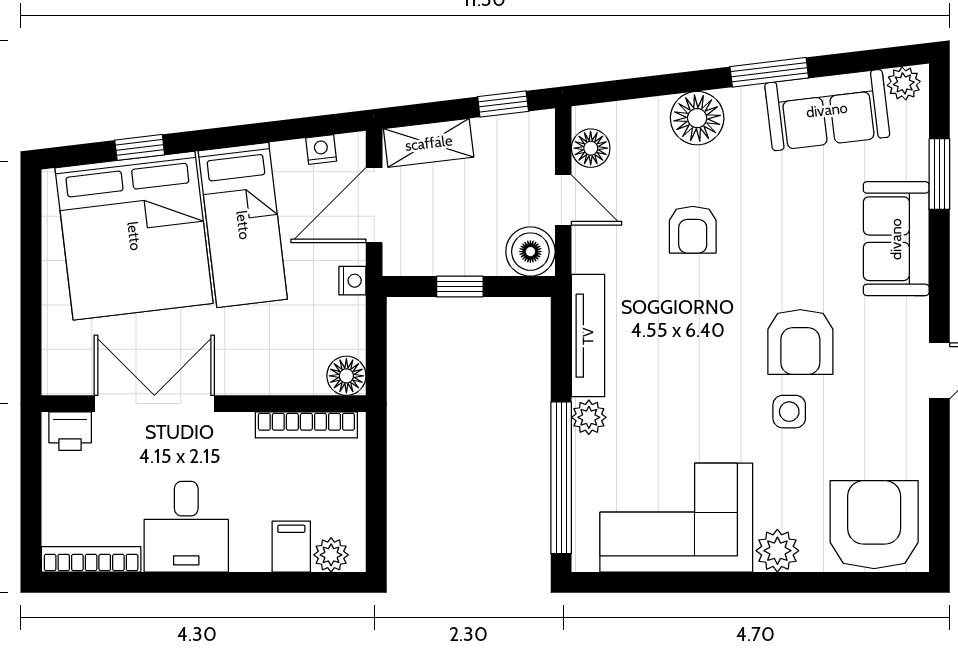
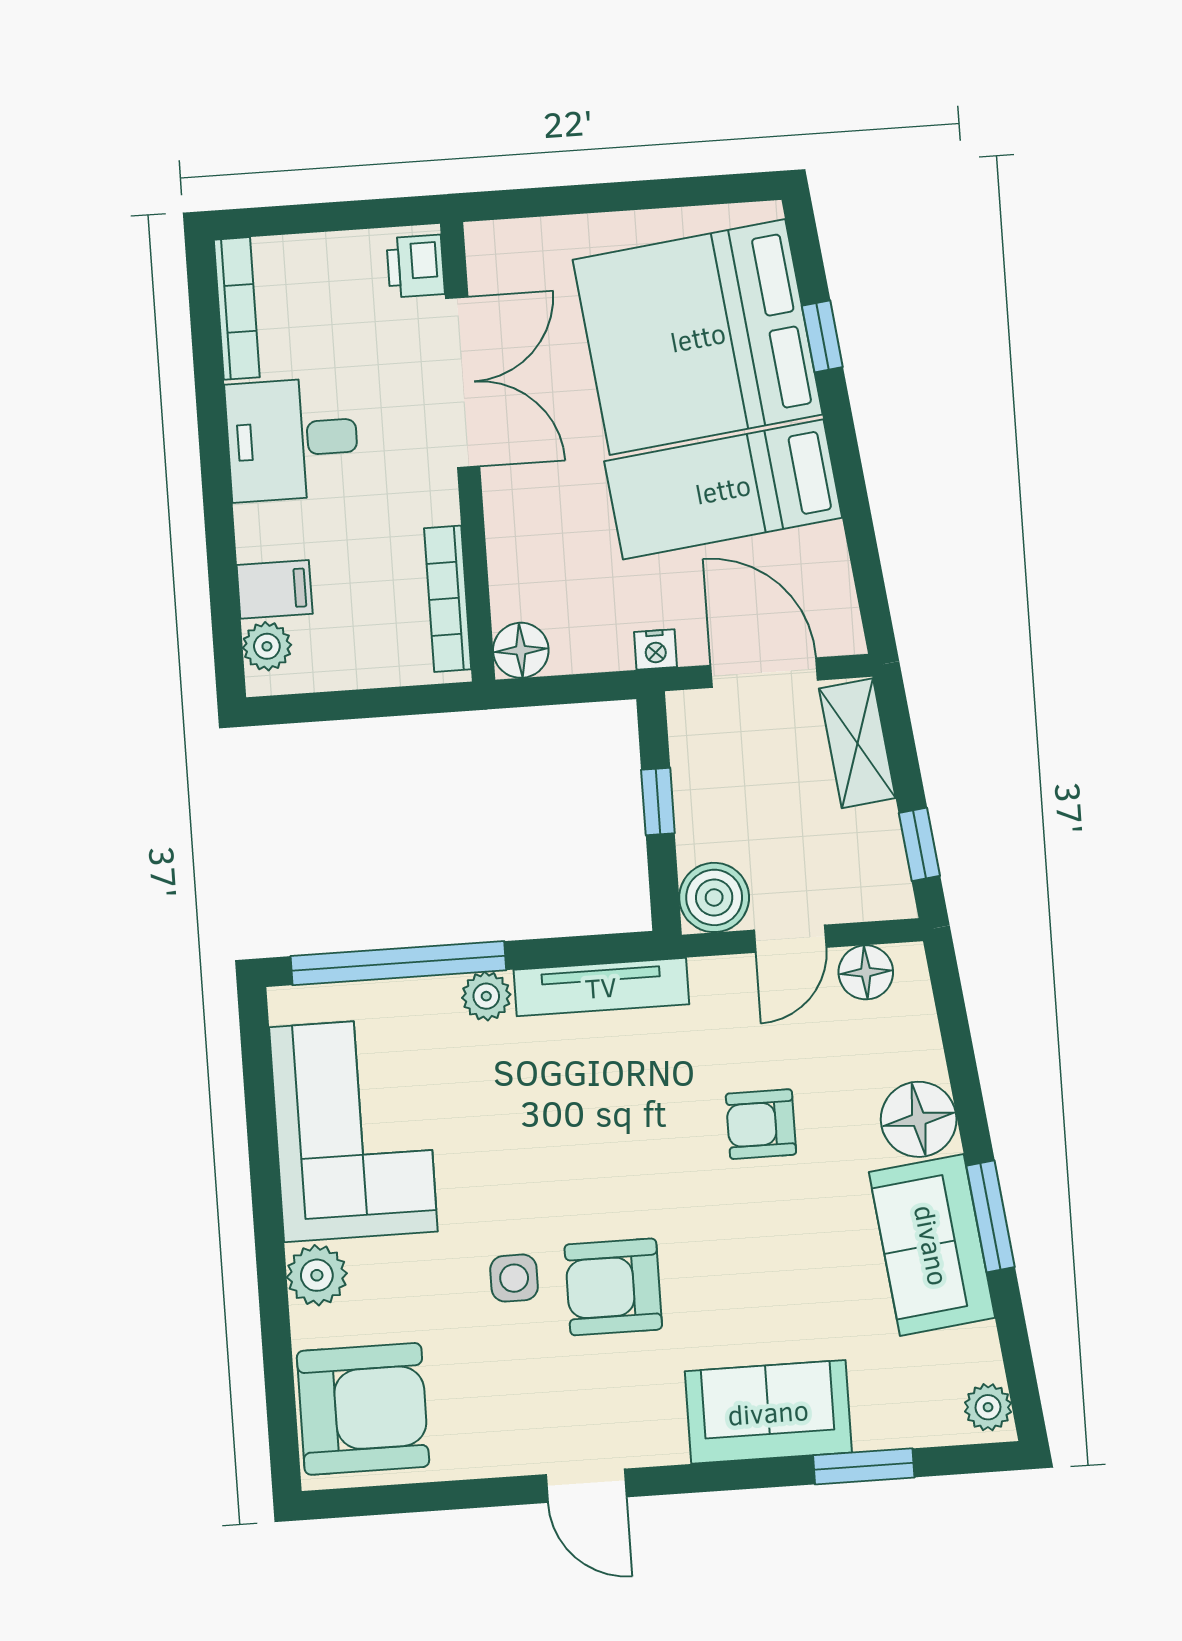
sofa: (827, 110) -> (932, 1245), moved
nightstand: (321, 150) -> (837, 592), removed

